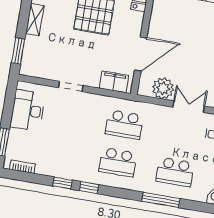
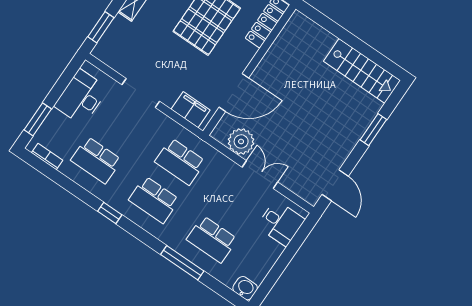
doorway: (71, 87) -> (141, 93), width x1.38
school desk: (61, 152) -> (96, 160), added
window: (63, 183) -> (83, 195), removed

